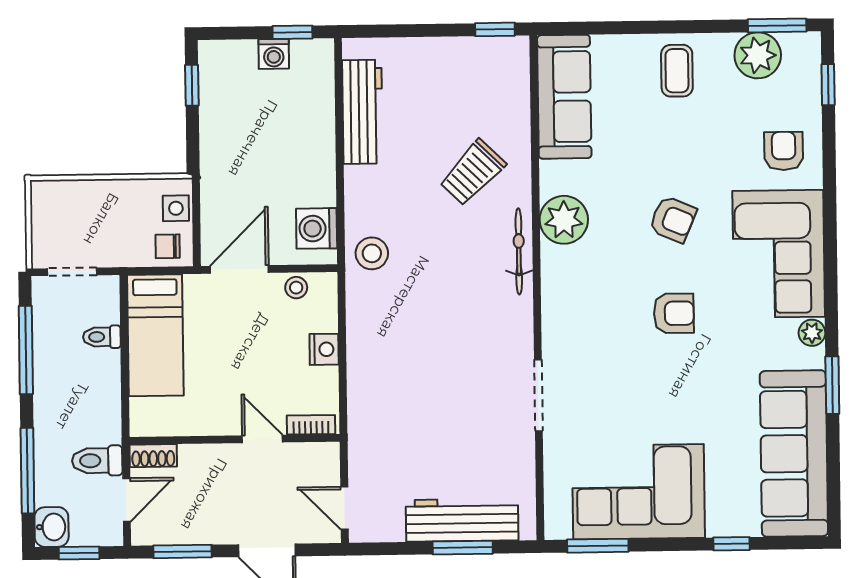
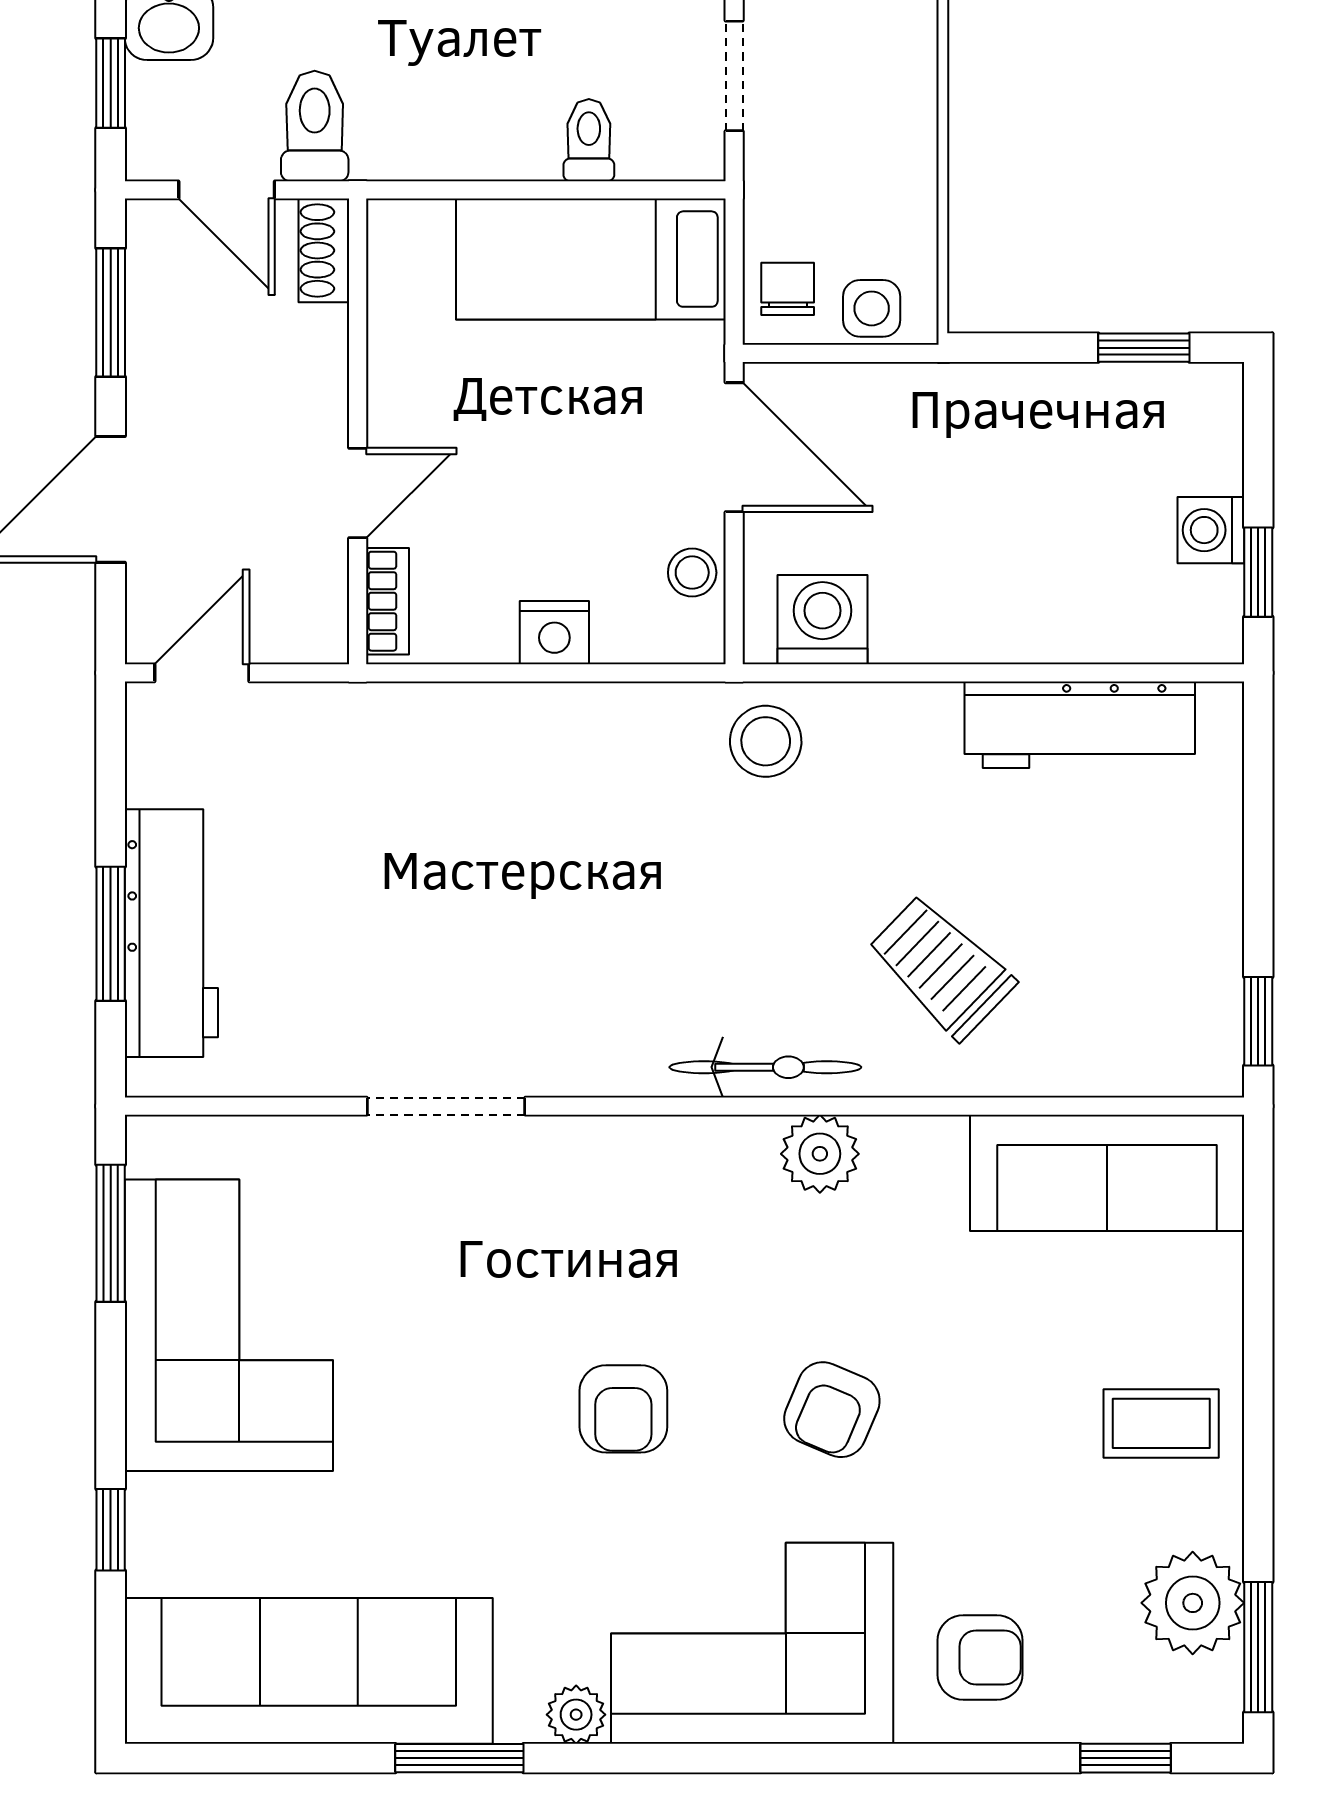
plant: (564, 220) -> (820, 1154), width x0.73, depth x0.73

